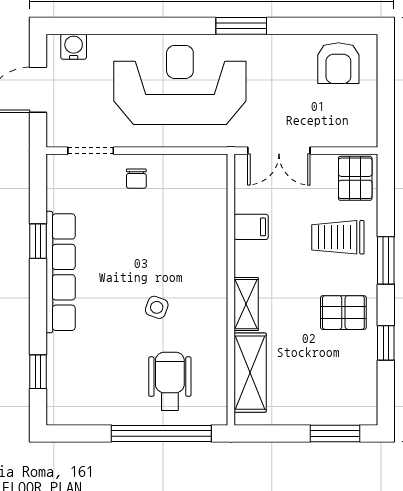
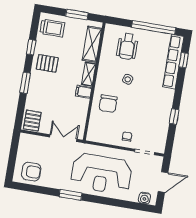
armchair: (338, 63) -> (31, 172), turned 90
filing cabinet: (251, 227) -> (84, 92), moved
trolley: (338, 237) -> (52, 28), moved
chair: (192, 245) -> (108, 104), added
row of seats: (61, 272) -> (173, 62), moved
window: (161, 433) -> (154, 28), moved
window: (335, 433) -> (77, 15), moved

